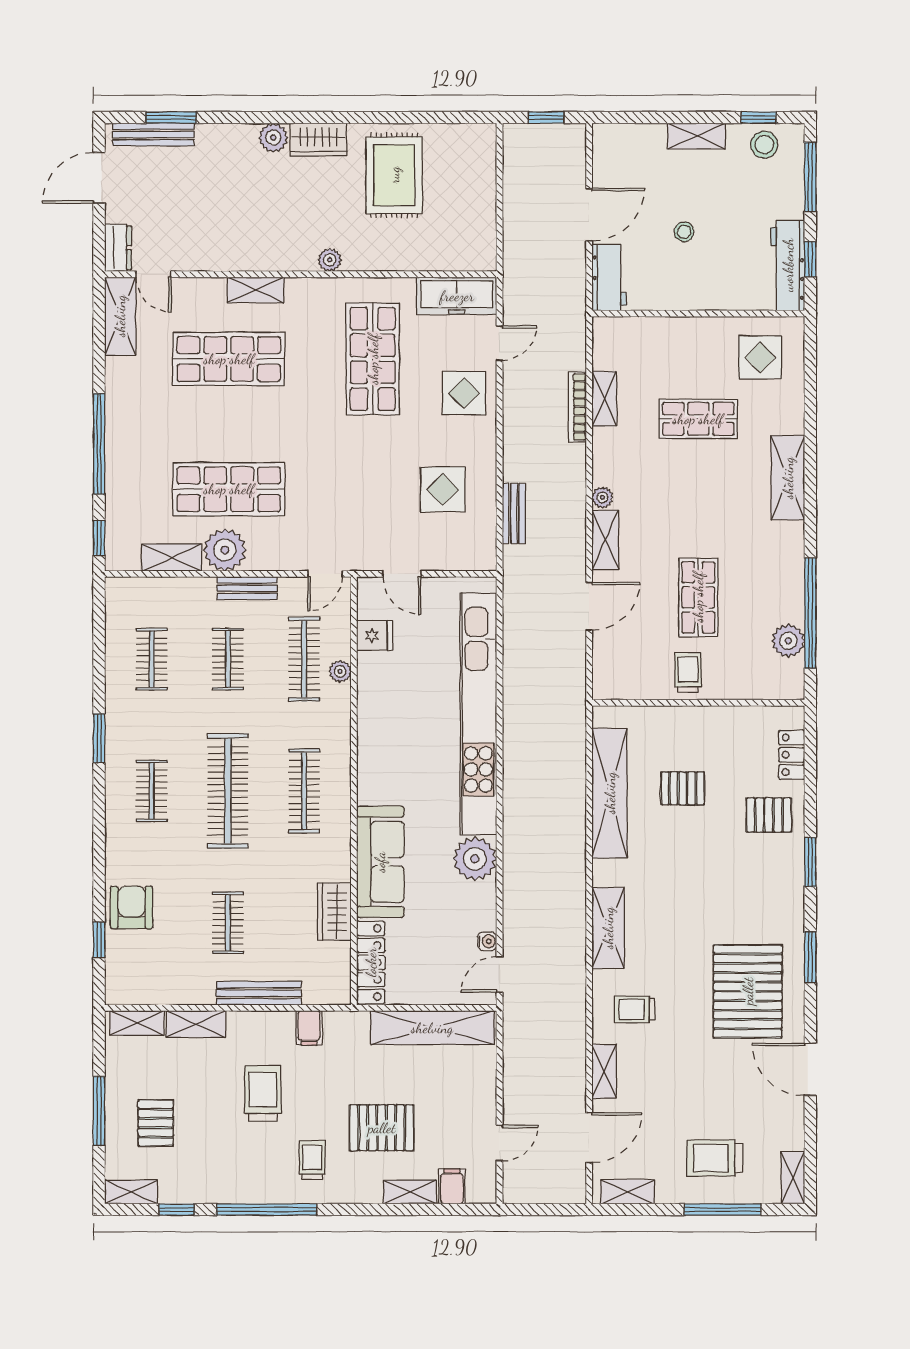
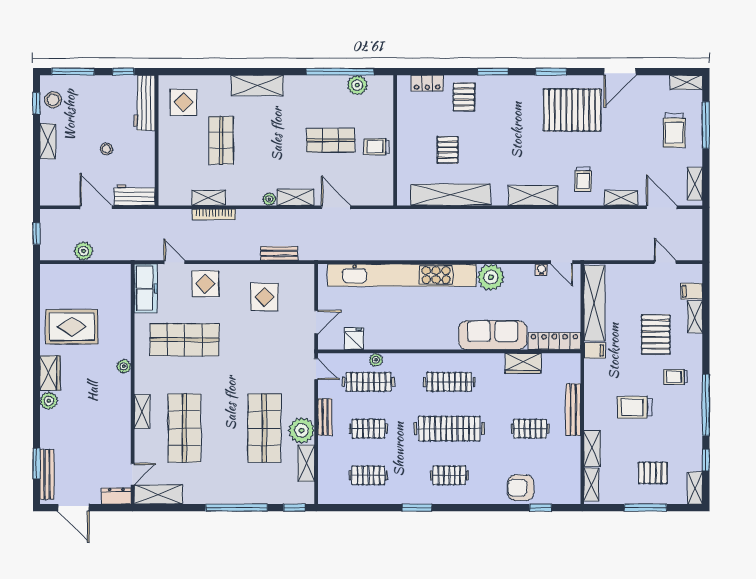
plant: (518, 194) -> (83, 251), added
workbench: (788, 265) -> (144, 103), moved, turned 90
filing cabinet: (309, 1028) -> (595, 350), moved

